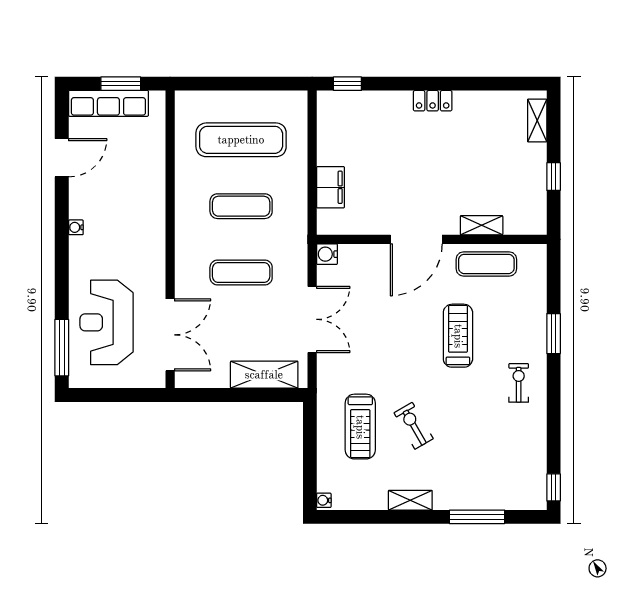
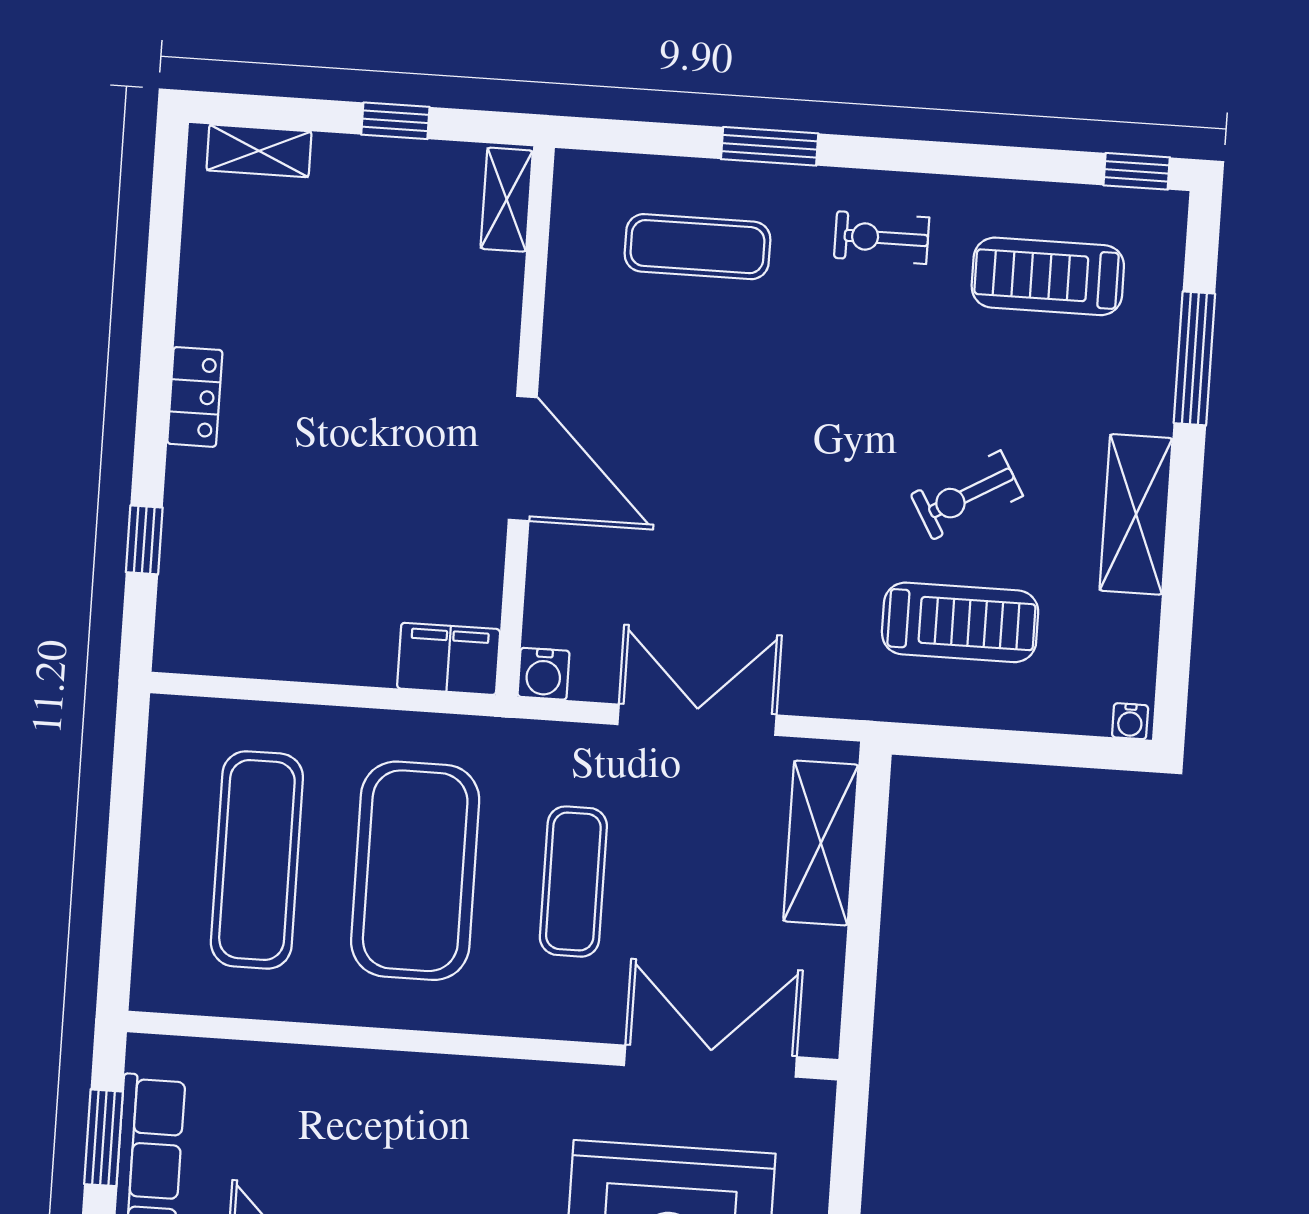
window: (347, 84) -> (144, 540), moved
filing cabinet: (331, 187) -> (449, 659), moved
exercise mat: (241, 206) -> (415, 871), width x2.00, depth x1.45
shelving: (482, 225) -> (507, 200), moved
exercise mat: (486, 264) -> (697, 247), moved, turned 90
treadmill: (458, 336) -> (1048, 276), moved
shelving: (410, 500) -> (1136, 514), width x1.50, depth x1.33

